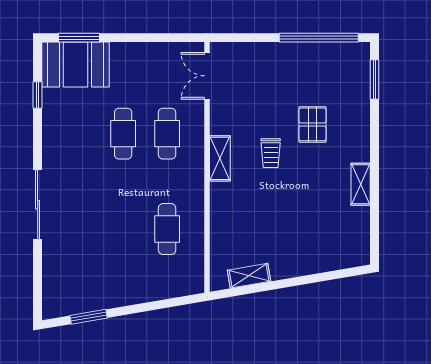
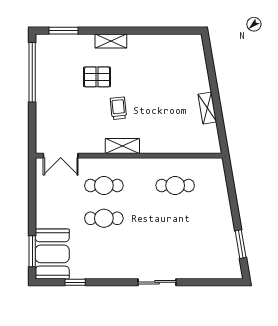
trolley: (271, 153) -> (118, 108), turned -96
shelving: (361, 184) -> (111, 41), moved
sliding door: (38, 205) -> (157, 282), width x0.73
shelving: (249, 276) -> (207, 108), moved

